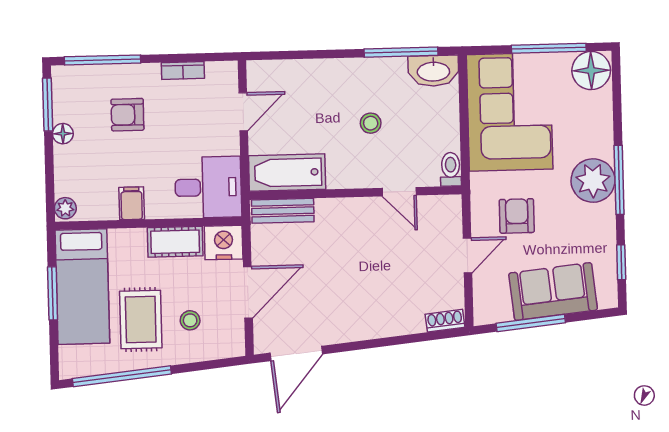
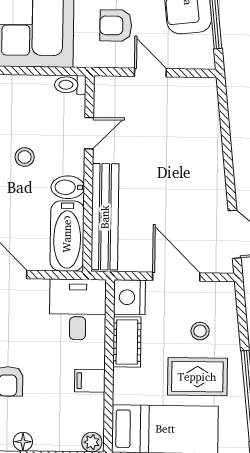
bidet: (340, 171) -> (68, 187), added
bench: (283, 211) -> (105, 217), width x1.86, depth x1.21
shoe rack: (445, 321) -> (210, 96), removed

